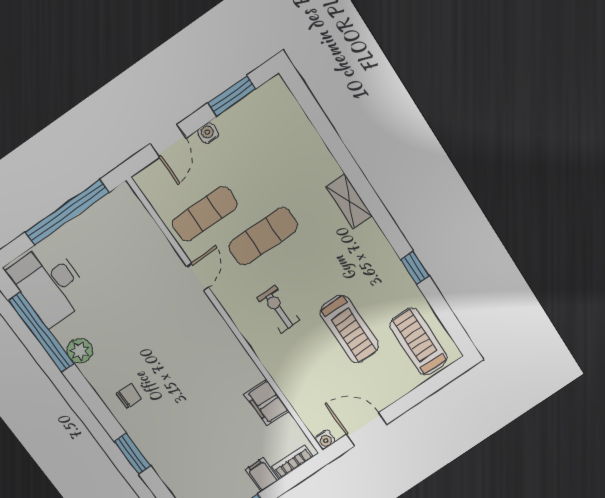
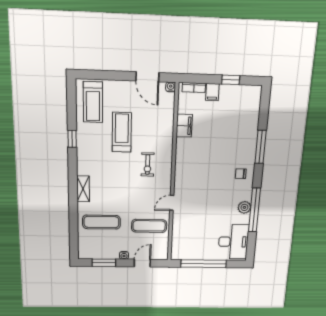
exercise mat: (263, 236) -> (101, 222), moved
window: (41, 332) -> (254, 210), moved
window: (132, 454) -> (261, 147), width x1.44

